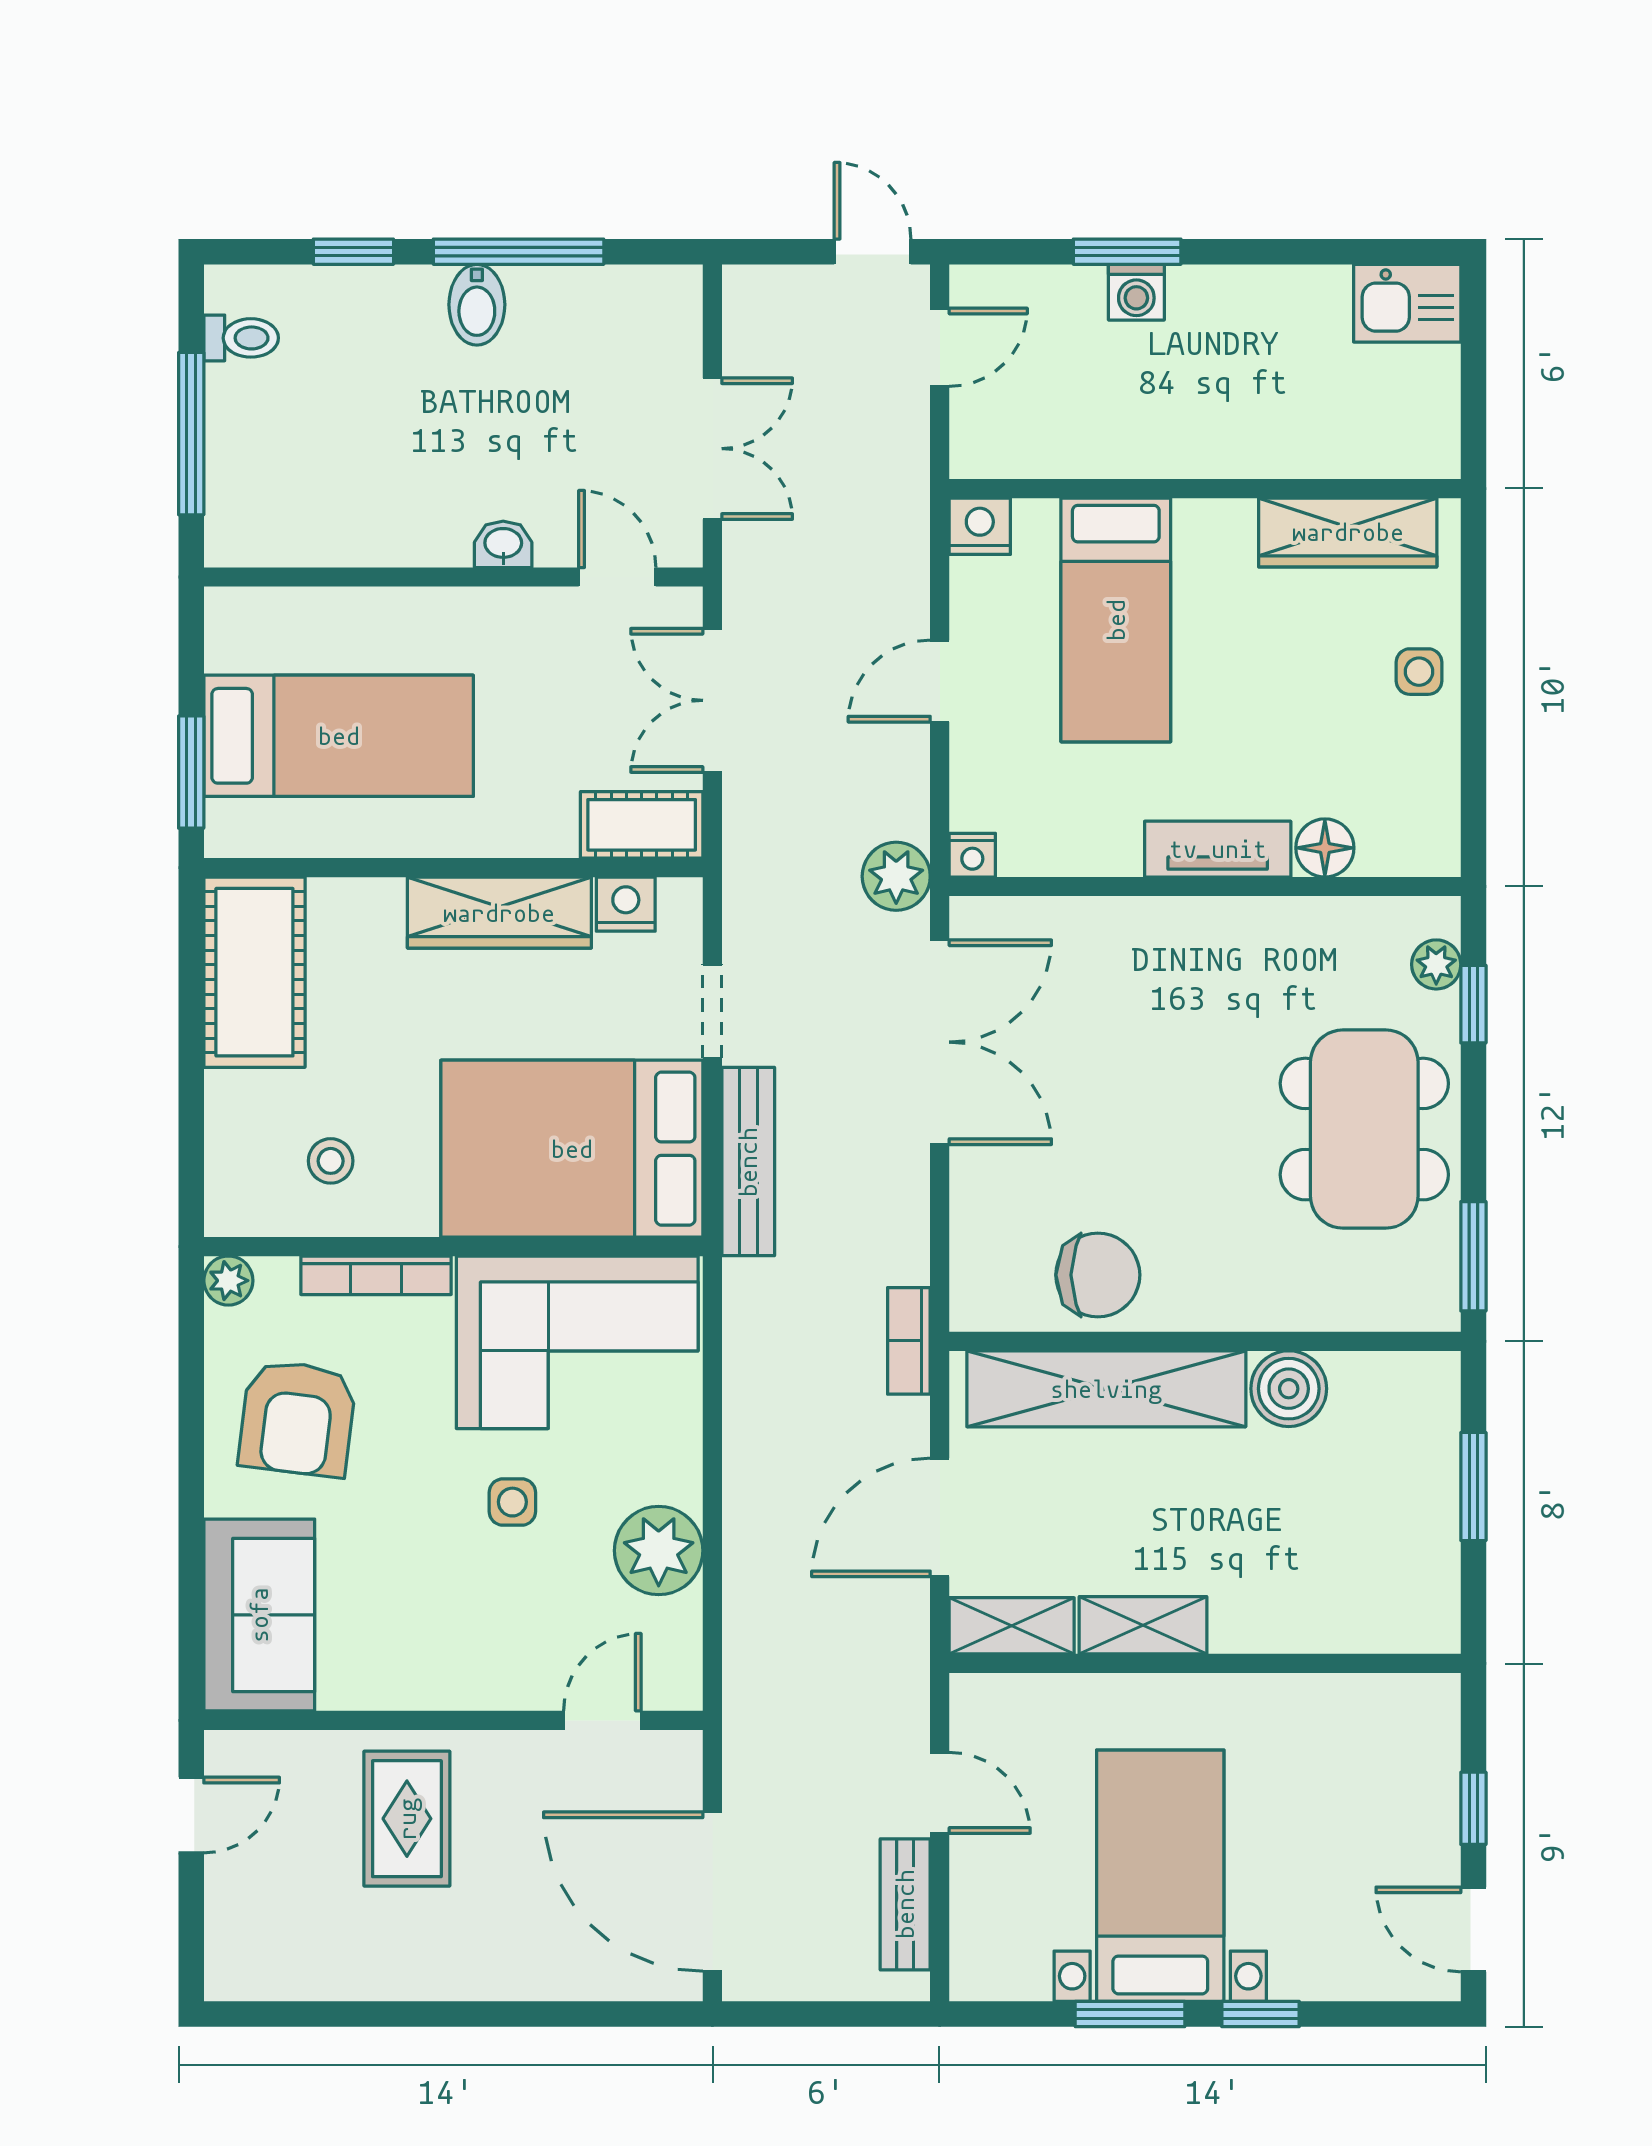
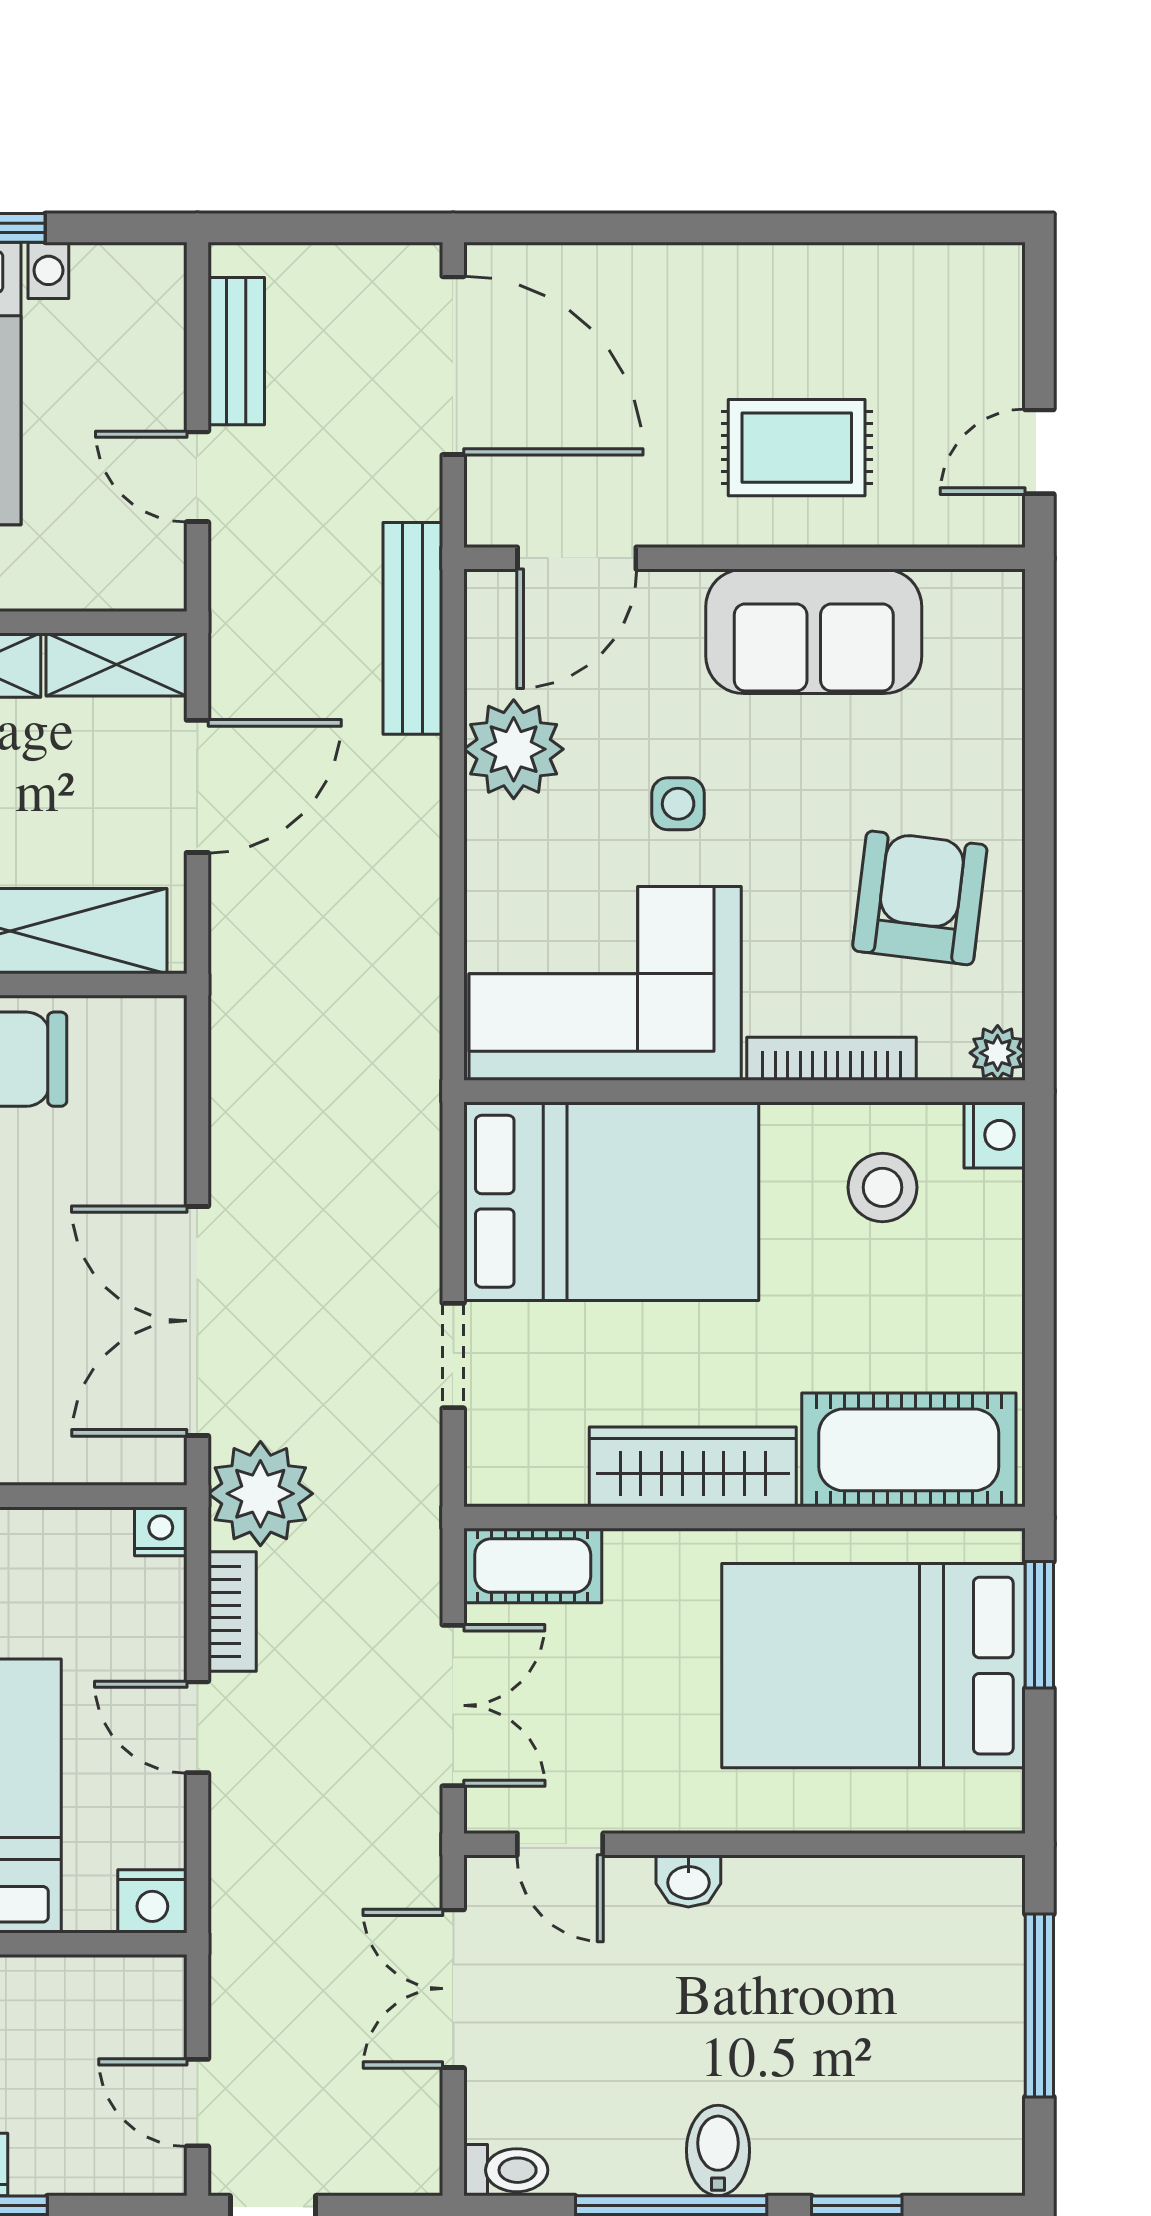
toilet: (241, 338) -> (506, 2170), moved, turned 180
door: (940, 347) -> (197, 2103), hinge flipped
door: (940, 681) -> (197, 1727), swing flipped
bed: (339, 736) -> (874, 1666), width x1.50
plant: (896, 876) -> (260, 1494), width x1.36, depth x1.36
nightstand: (626, 904) -> (995, 1135), moved, turned -90
cot: (254, 972) -> (909, 1450), moved, turned 90
stool: (331, 1161) -> (882, 1187), width x1.37, depth x1.37
bench: (748, 1162) -> (413, 628), moved
bookcase: (909, 1341) -> (232, 1612), moved
sofa: (259, 1615) -> (814, 631), moved, turned -90
door: (602, 1720) -> (577, 558), width x1.38
rug: (407, 1819) -> (797, 448), turned 90

